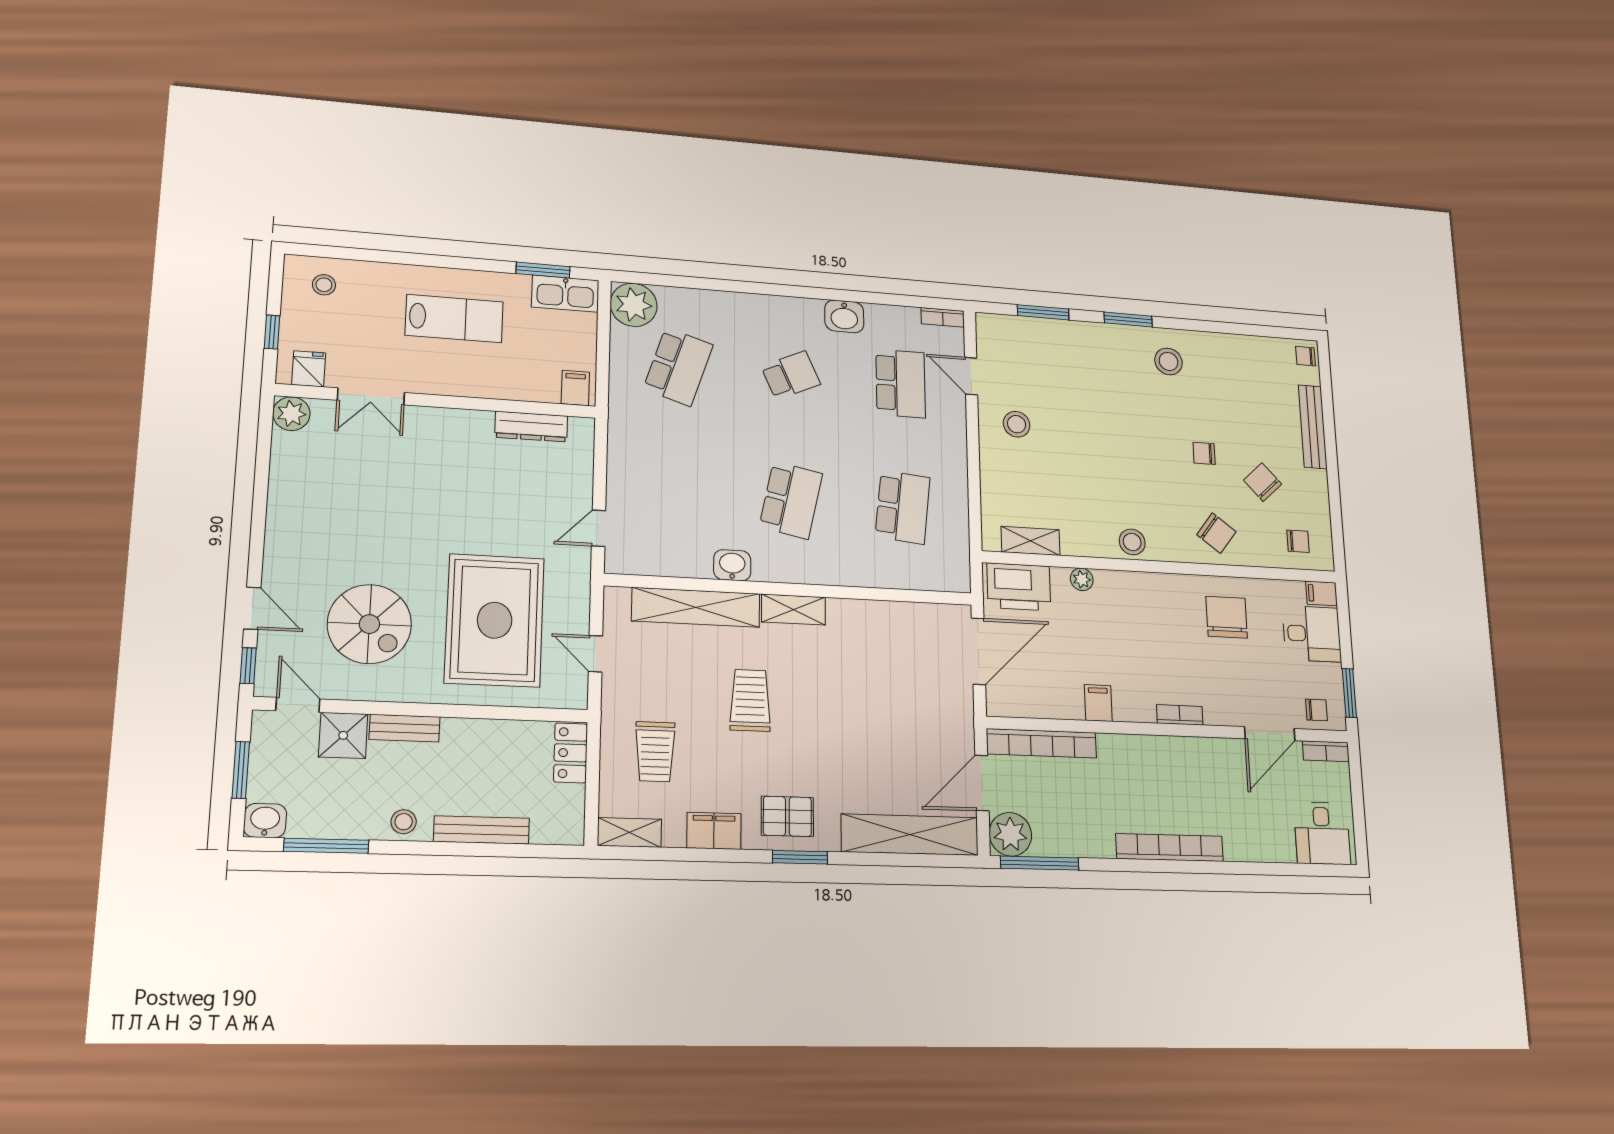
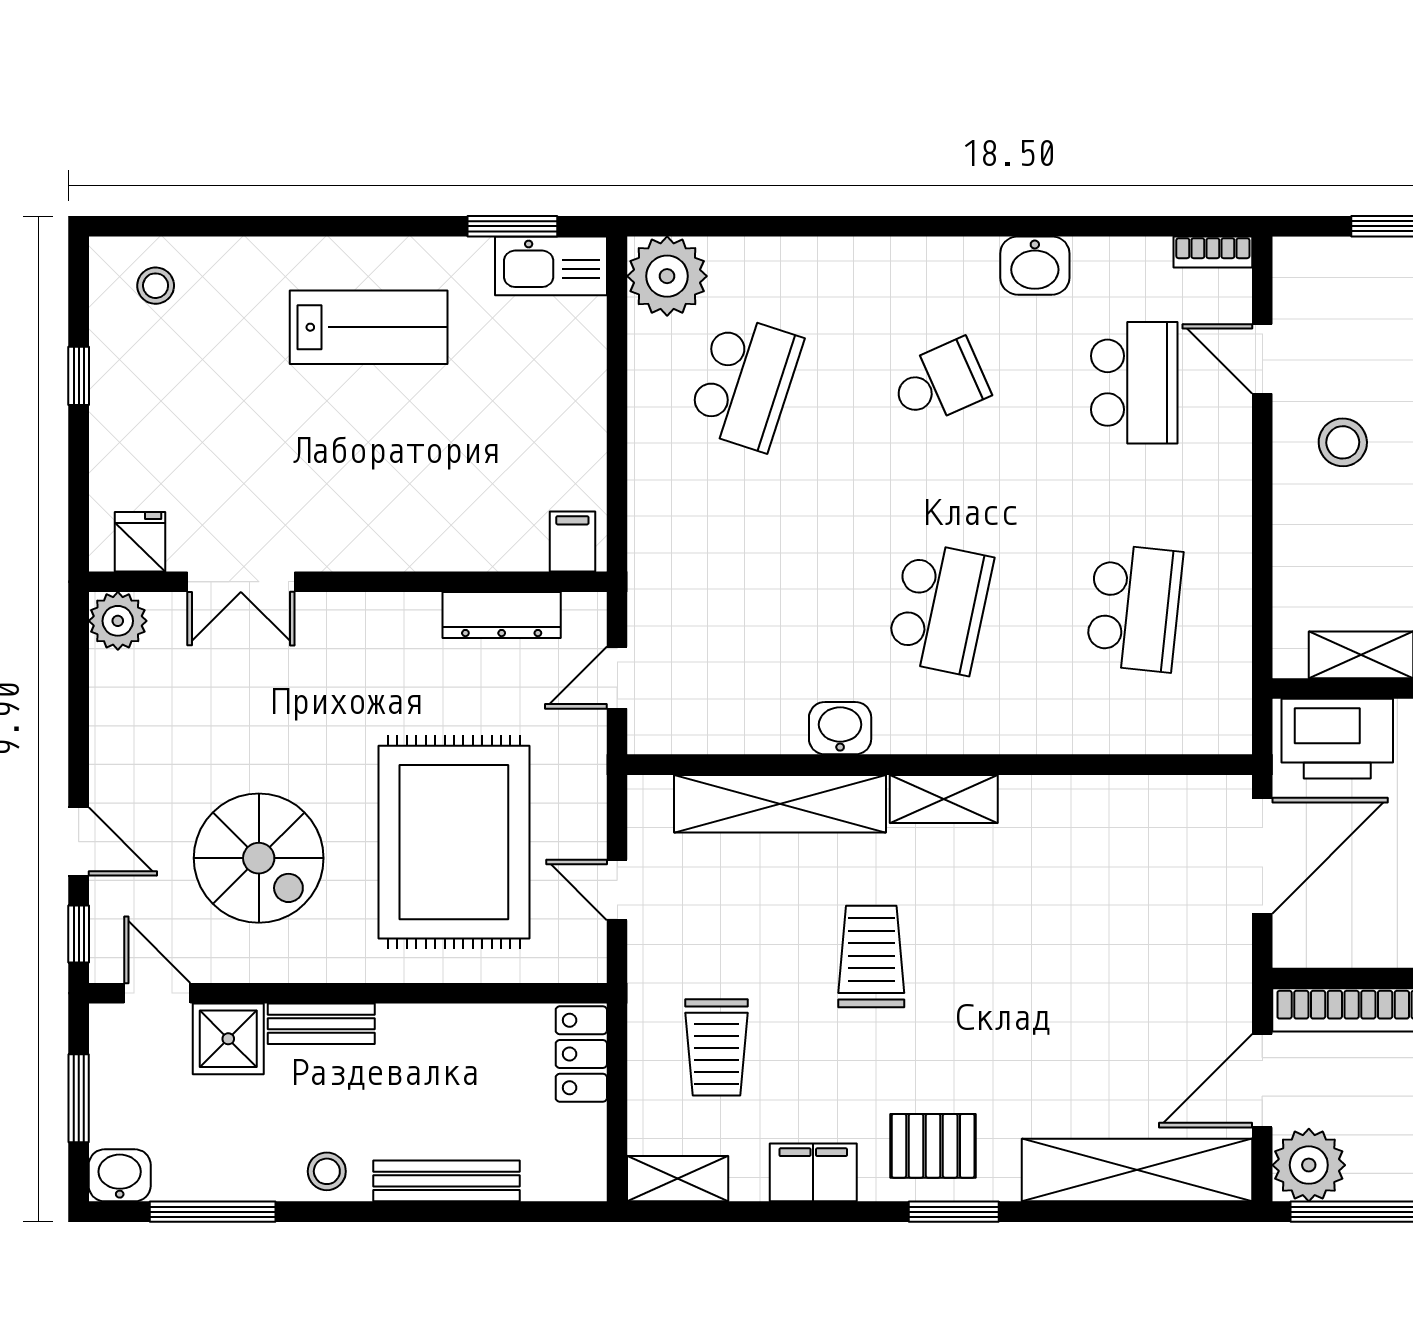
fridge: (309, 369) -> (140, 542), moved
filing cabinet: (575, 388) -> (572, 541), moved
double door: (371, 396) -> (241, 582), moved
wall: (438, 401) -> (348, 582), moved
plant: (291, 414) -> (118, 621), moved
dresser: (531, 427) -> (502, 615), moved

